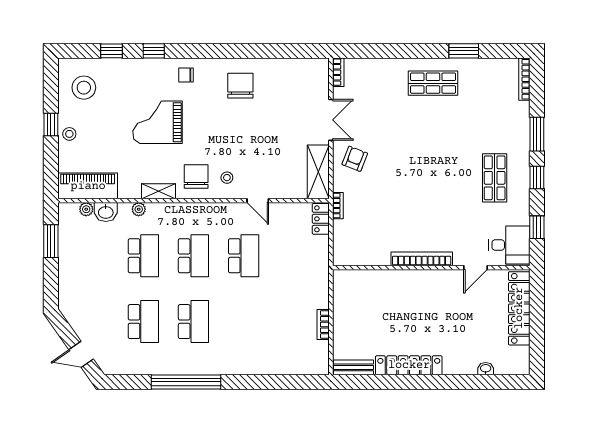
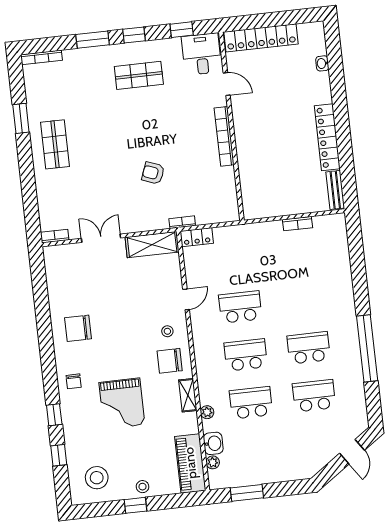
armchair: (355, 159) -> (153, 173), moved

